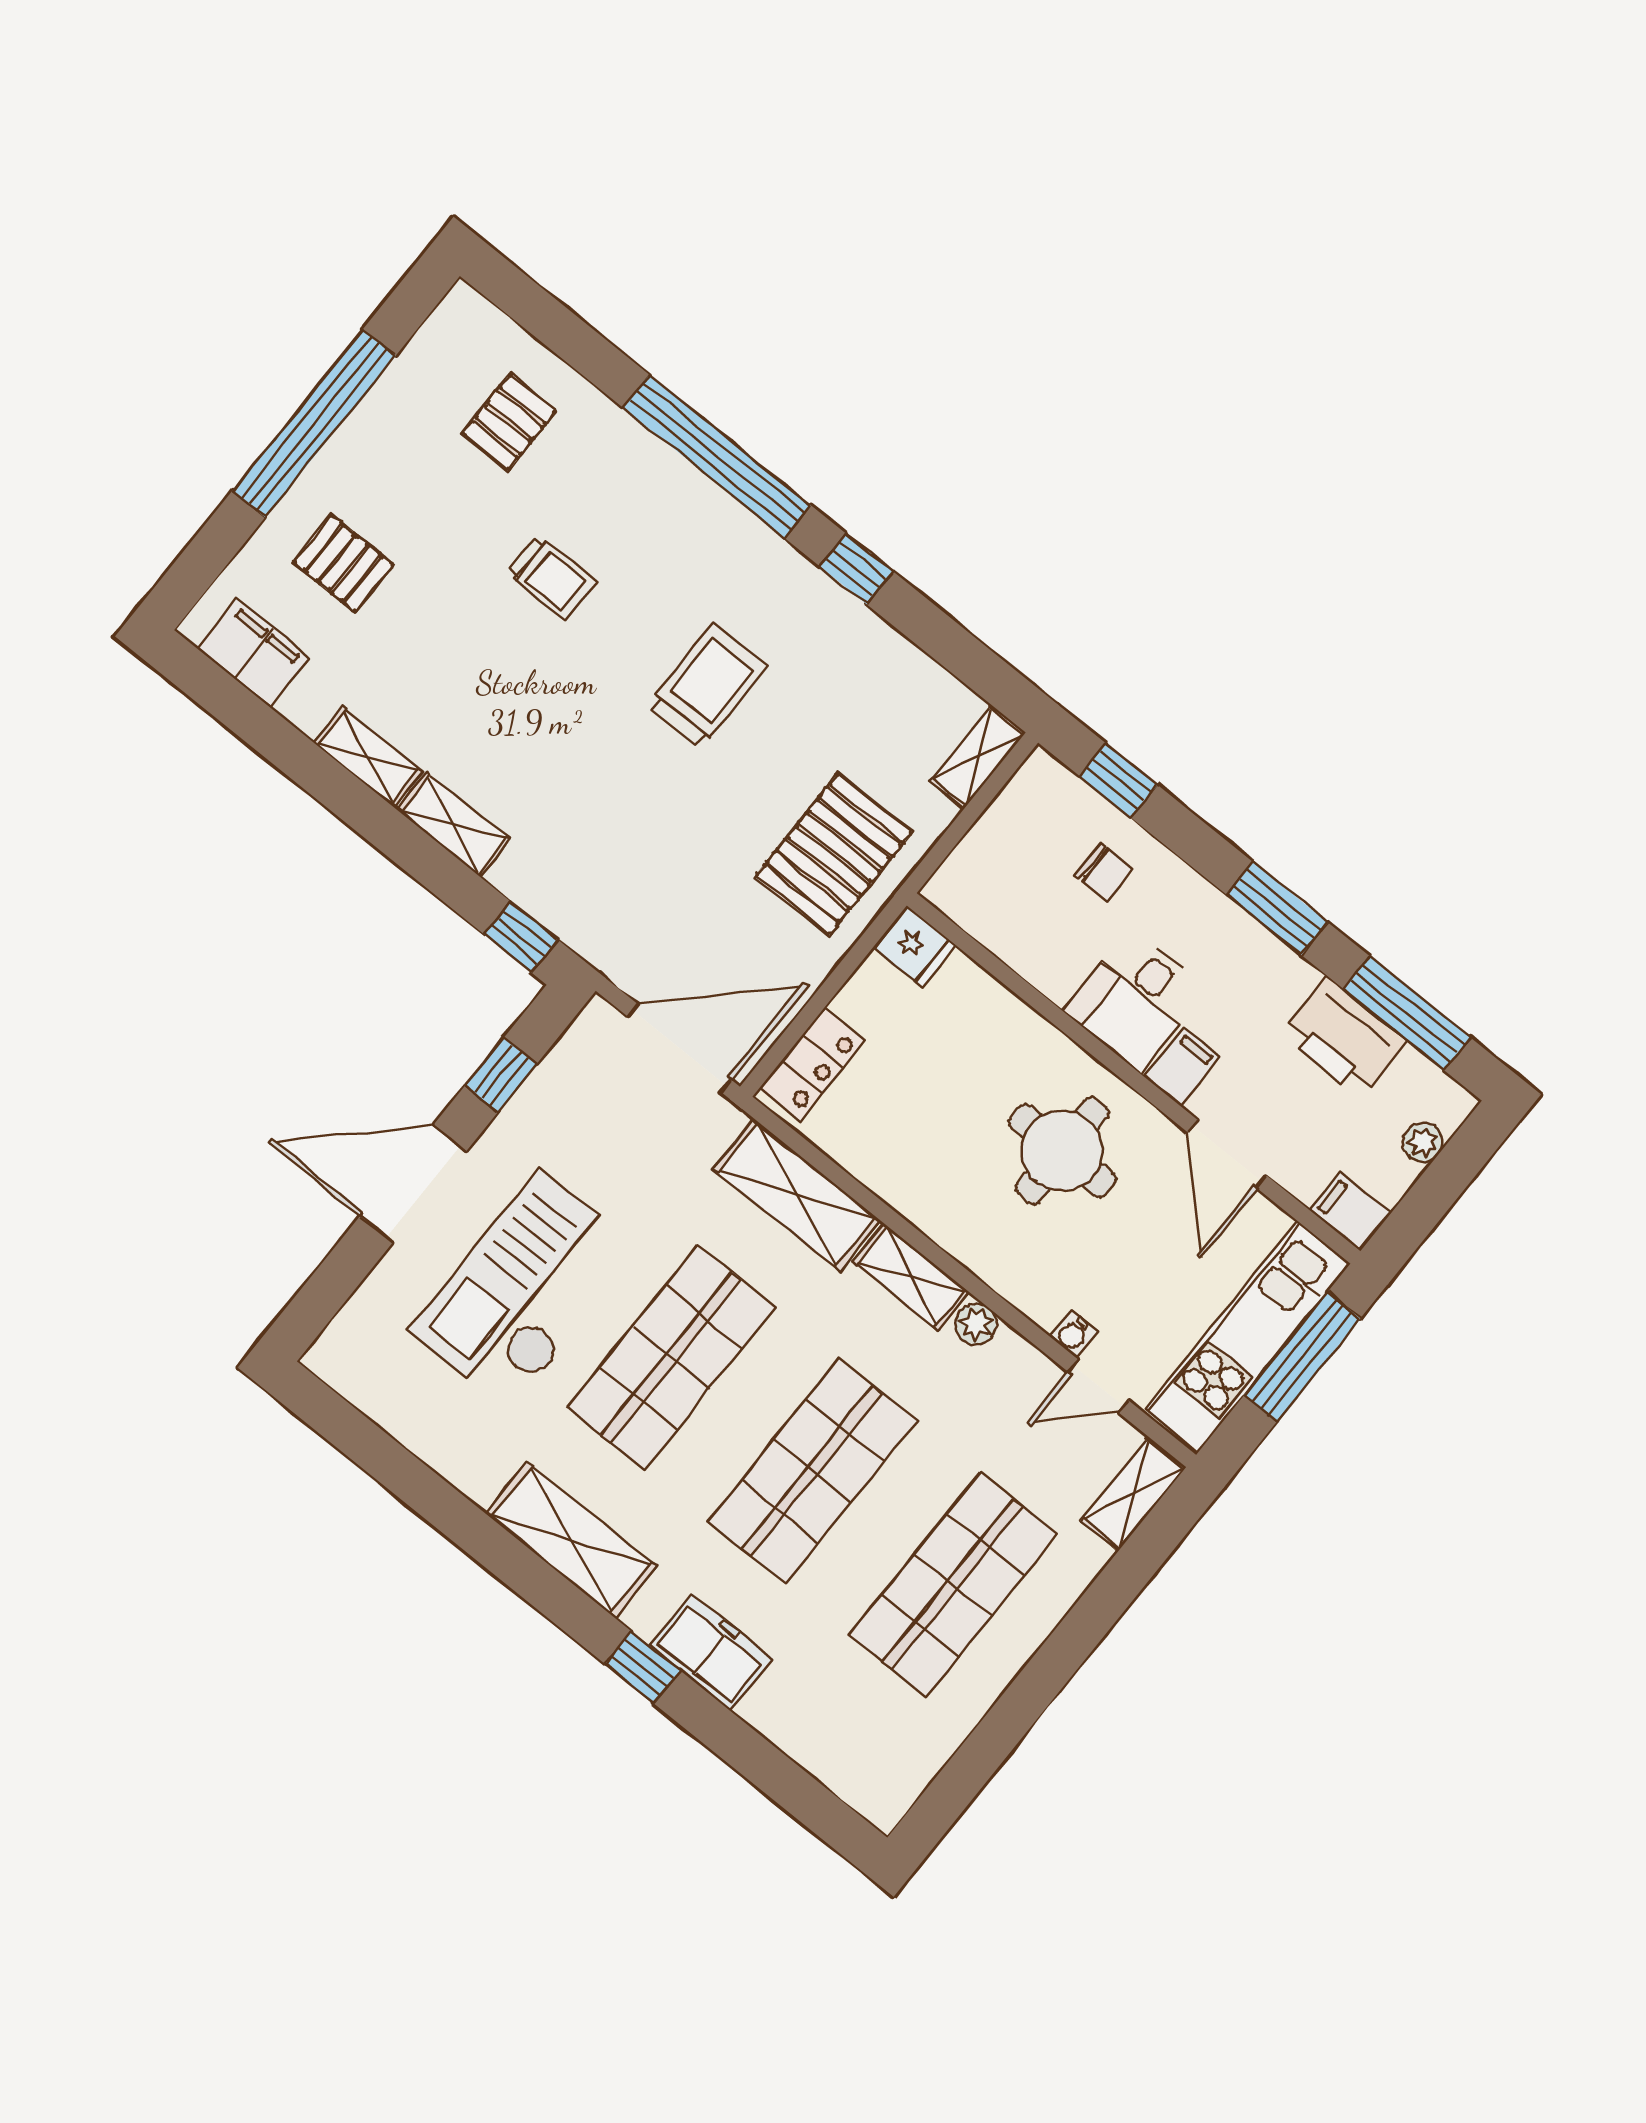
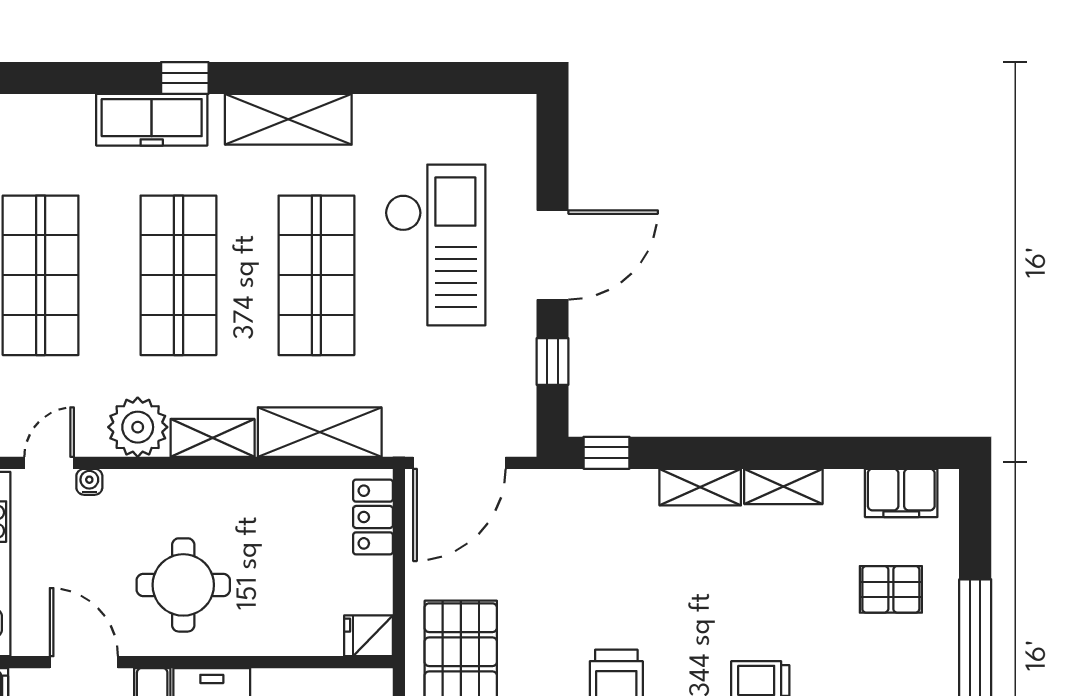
plant: (976, 1324) -> (138, 427), width x1.88, depth x1.88
freezer: (711, 1652) -> (152, 120), width x1.40

